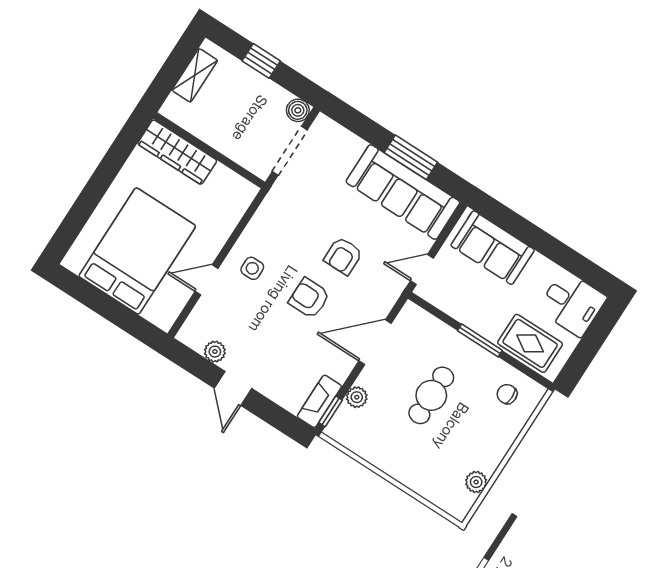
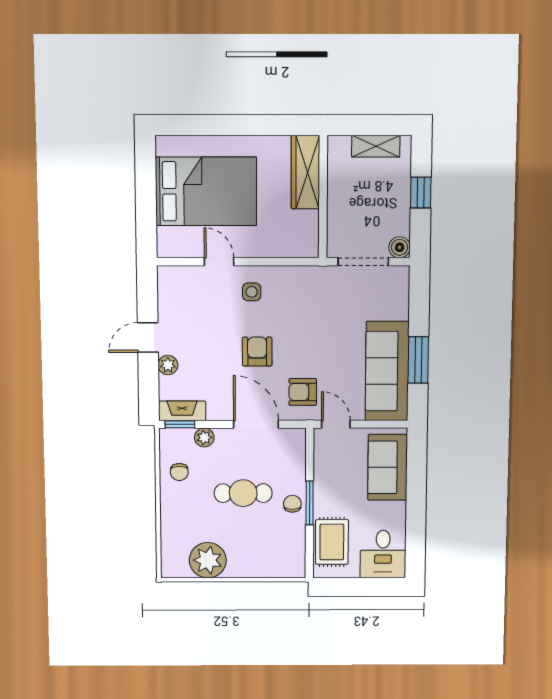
armchair: (343, 256) -> (303, 392), moved
plant: (215, 352) -> (168, 365), moved
chair: (507, 394) -> (292, 504), moved
chair: (374, 441) -> (179, 472), added
plant: (476, 482) -> (208, 560), width x1.88, depth x1.88

